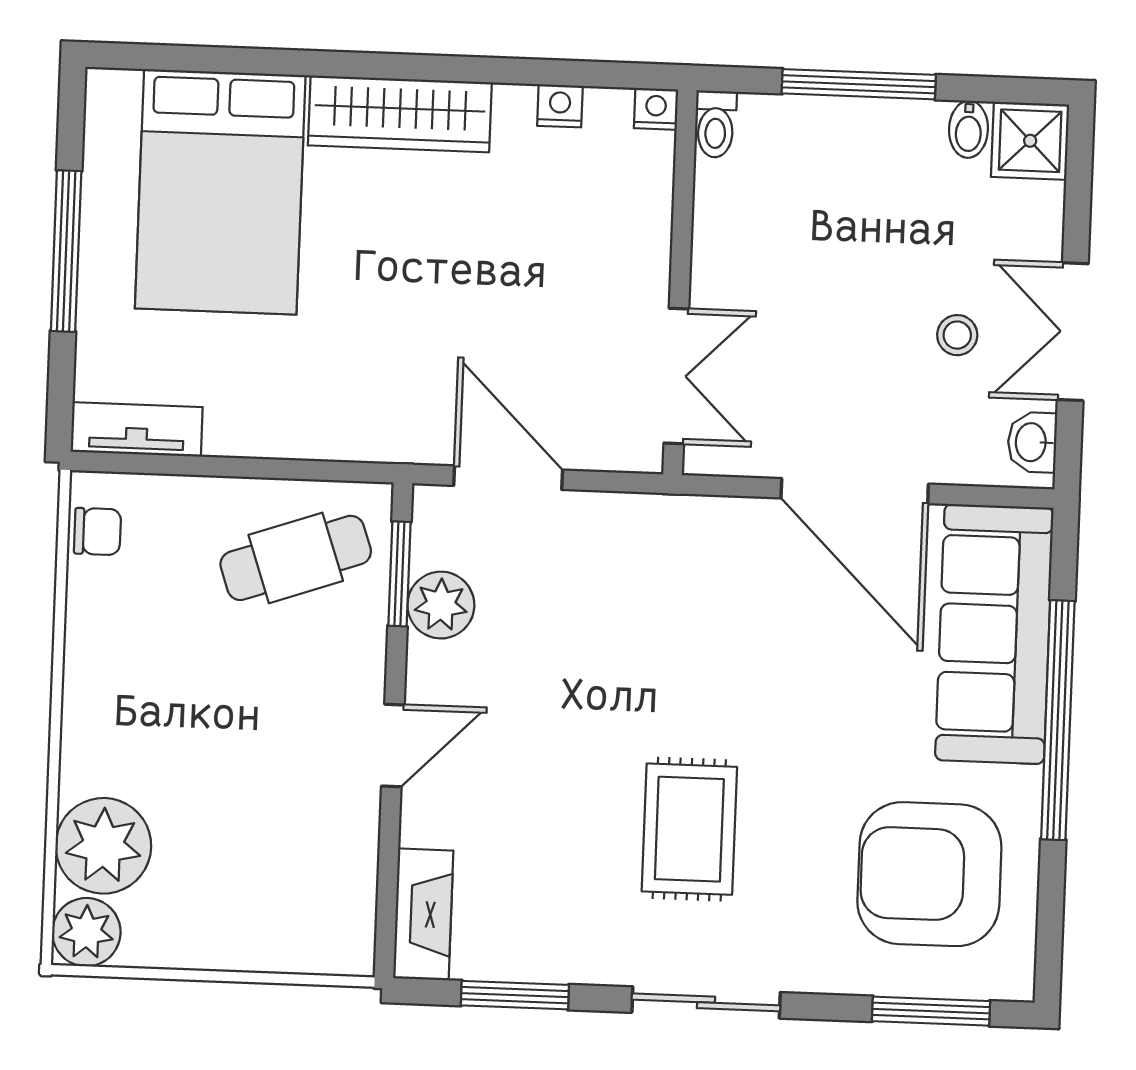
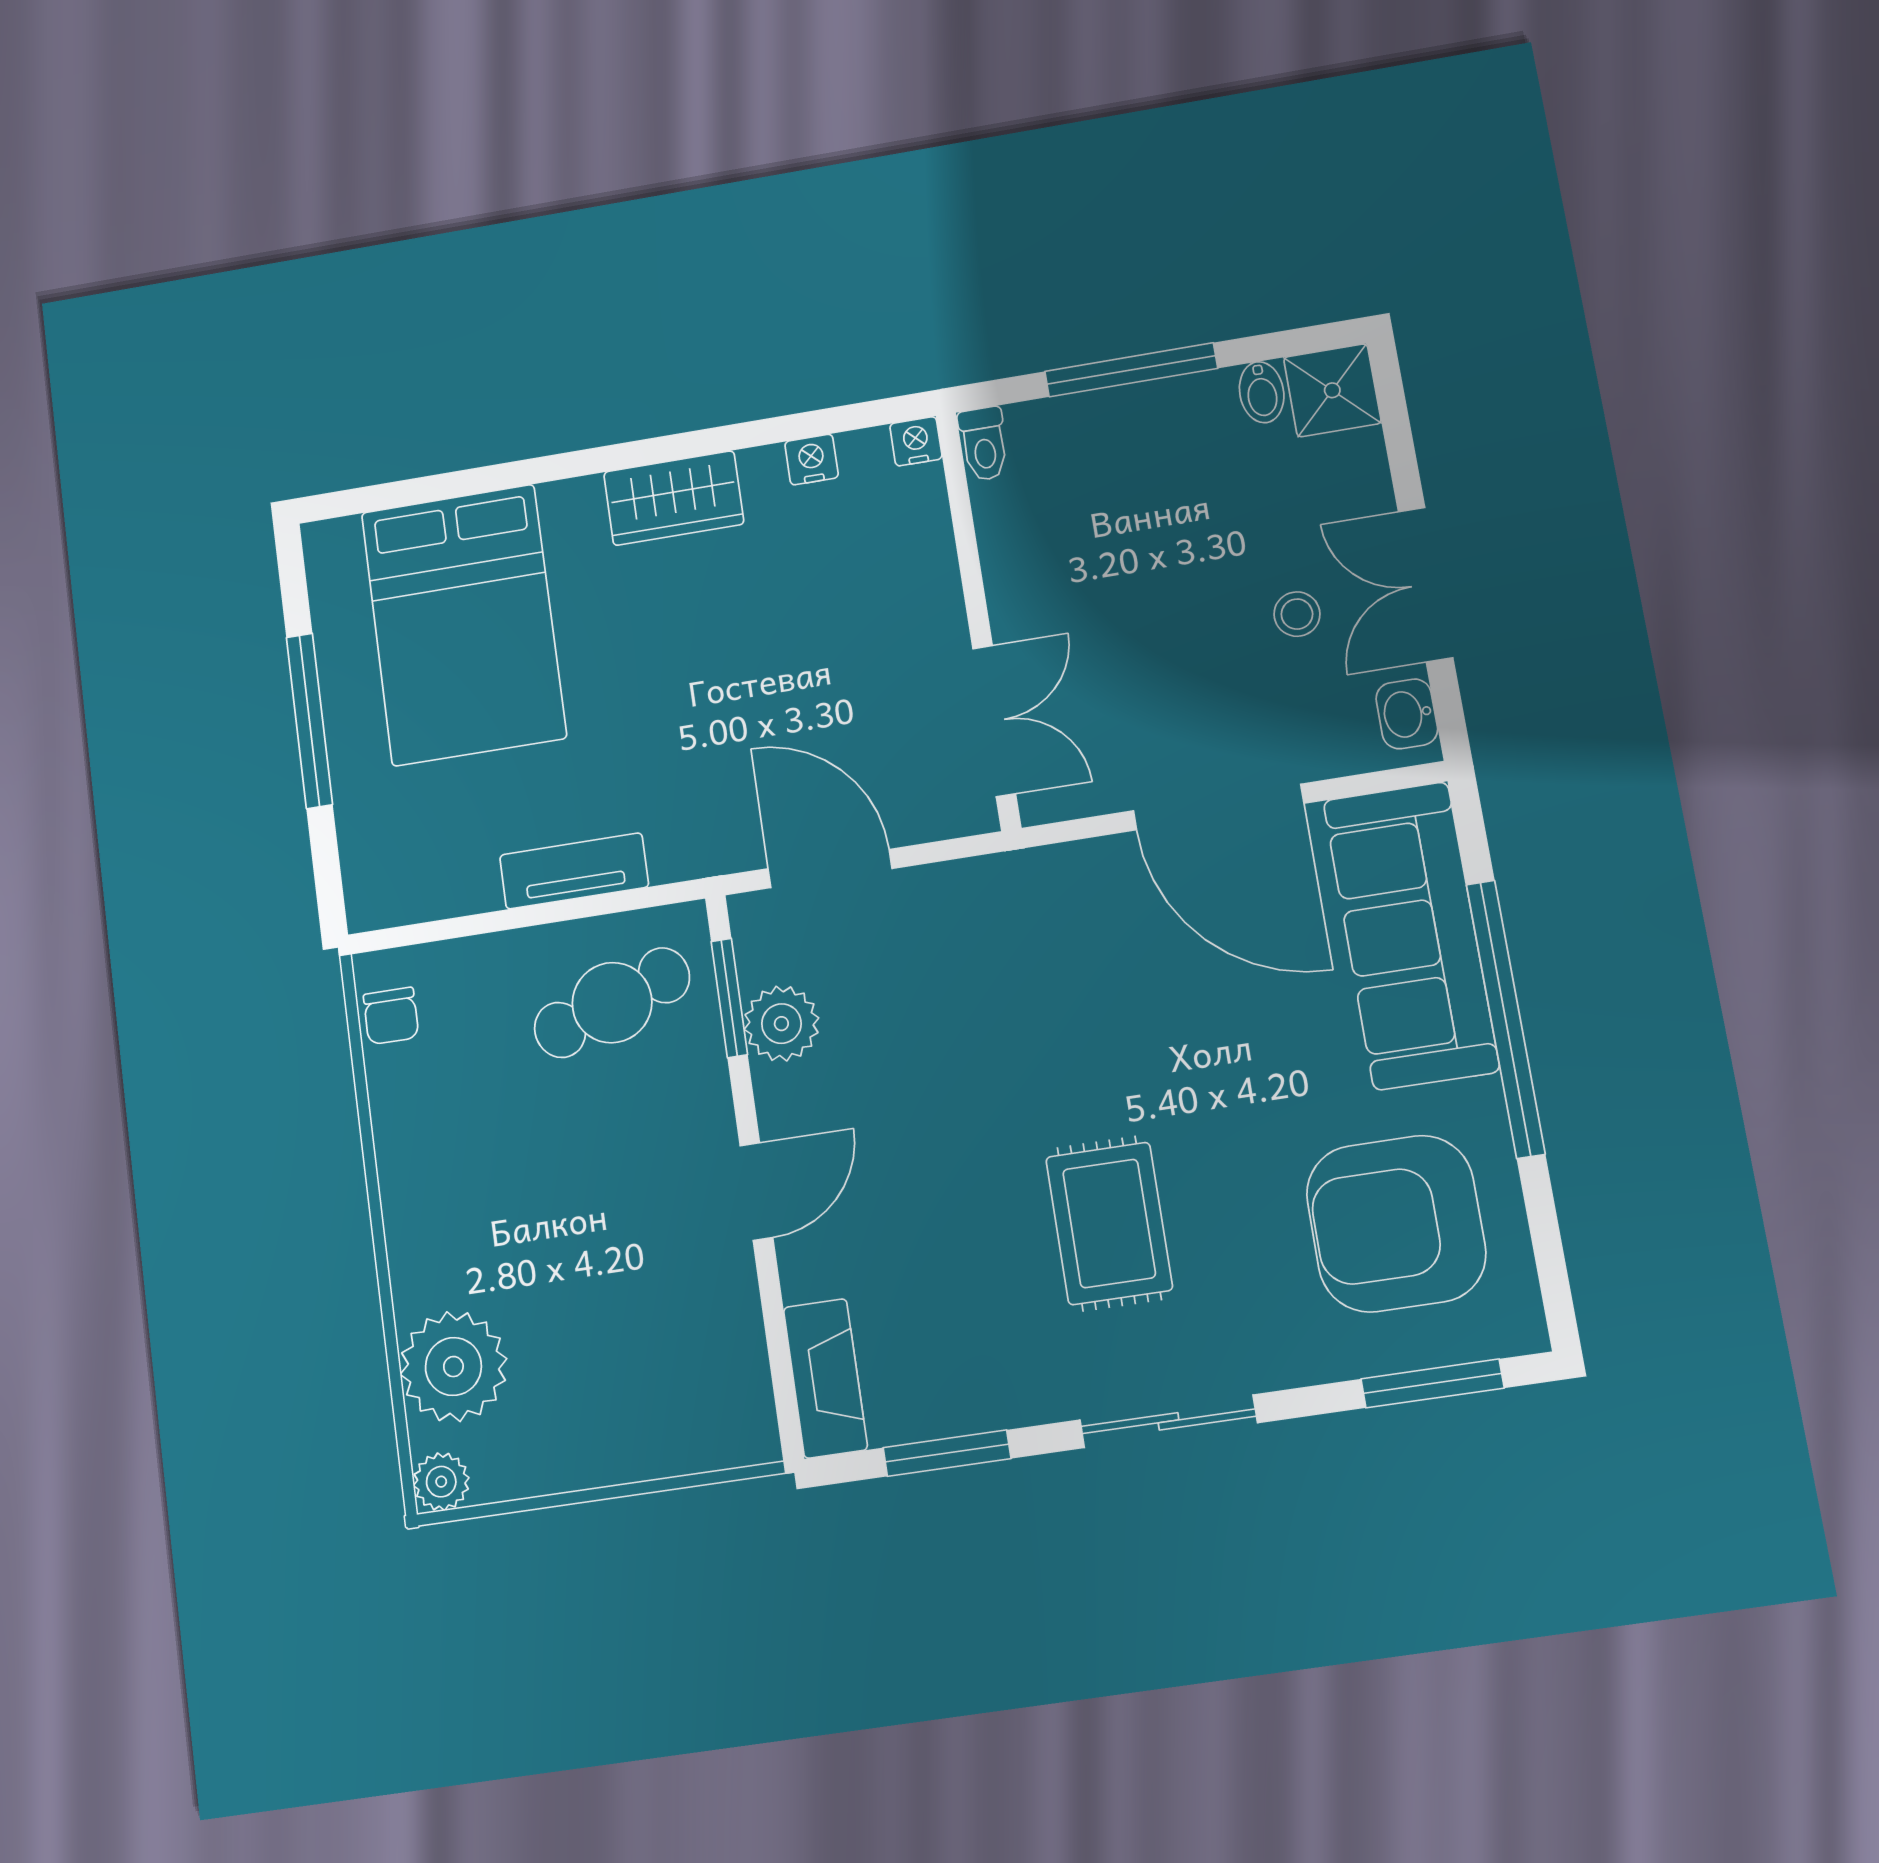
wardrobe: (400, 114) -> (674, 498), width x0.67
tv unit: (137, 429) -> (574, 871), moved
chair: (97, 531) -> (391, 1016), turned 90
plant: (86, 932) -> (441, 1482), width x0.73, depth x0.73

